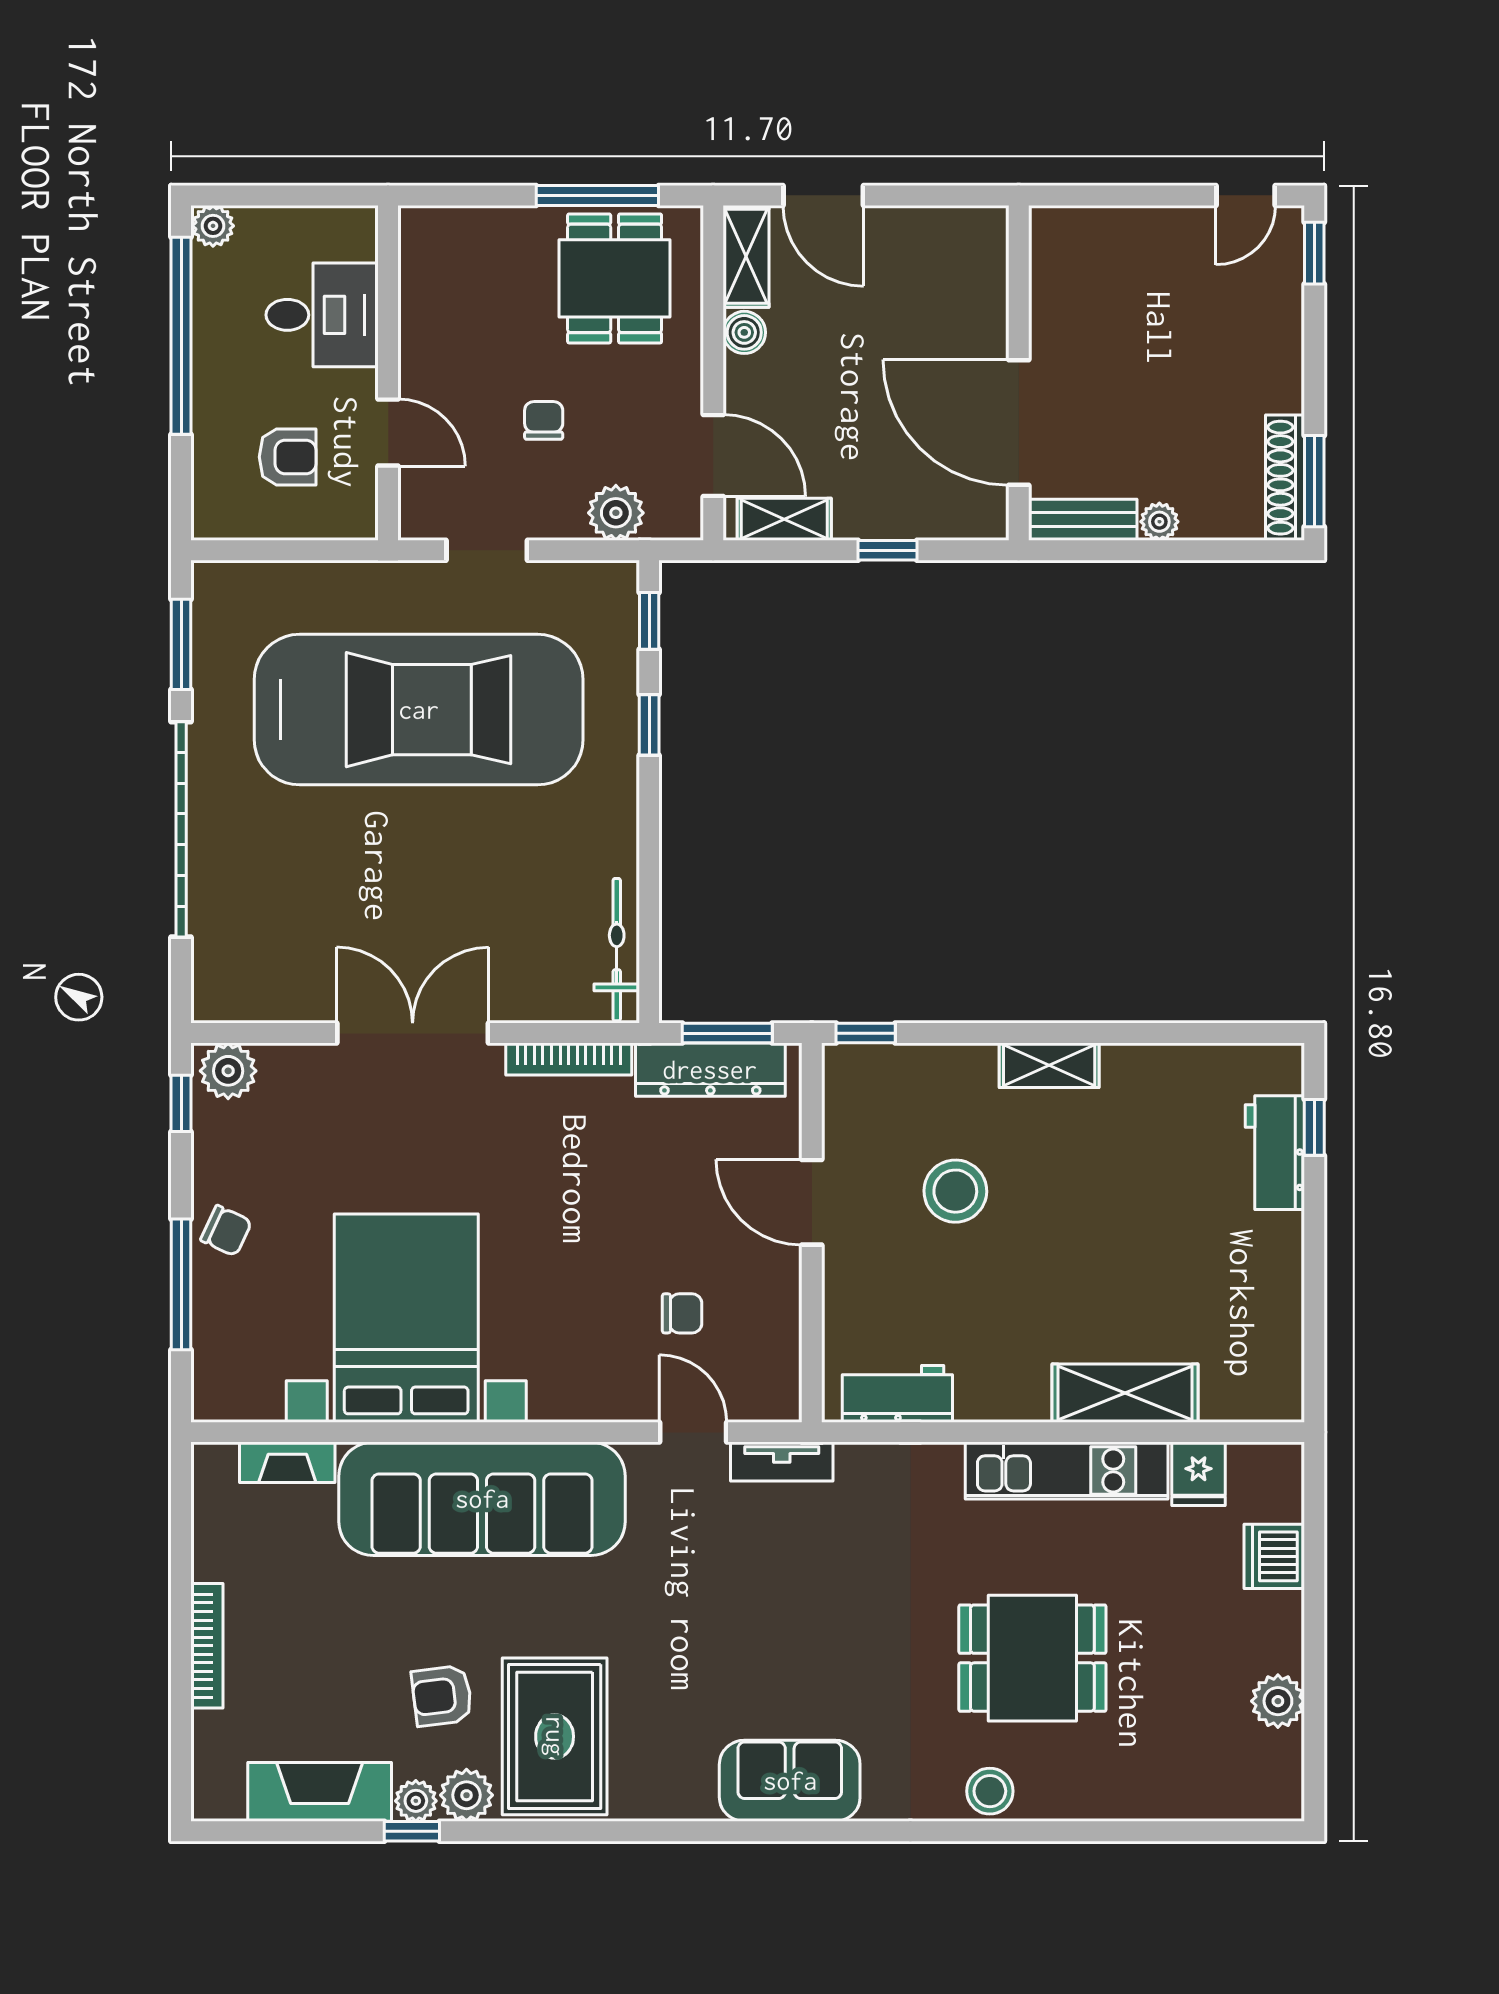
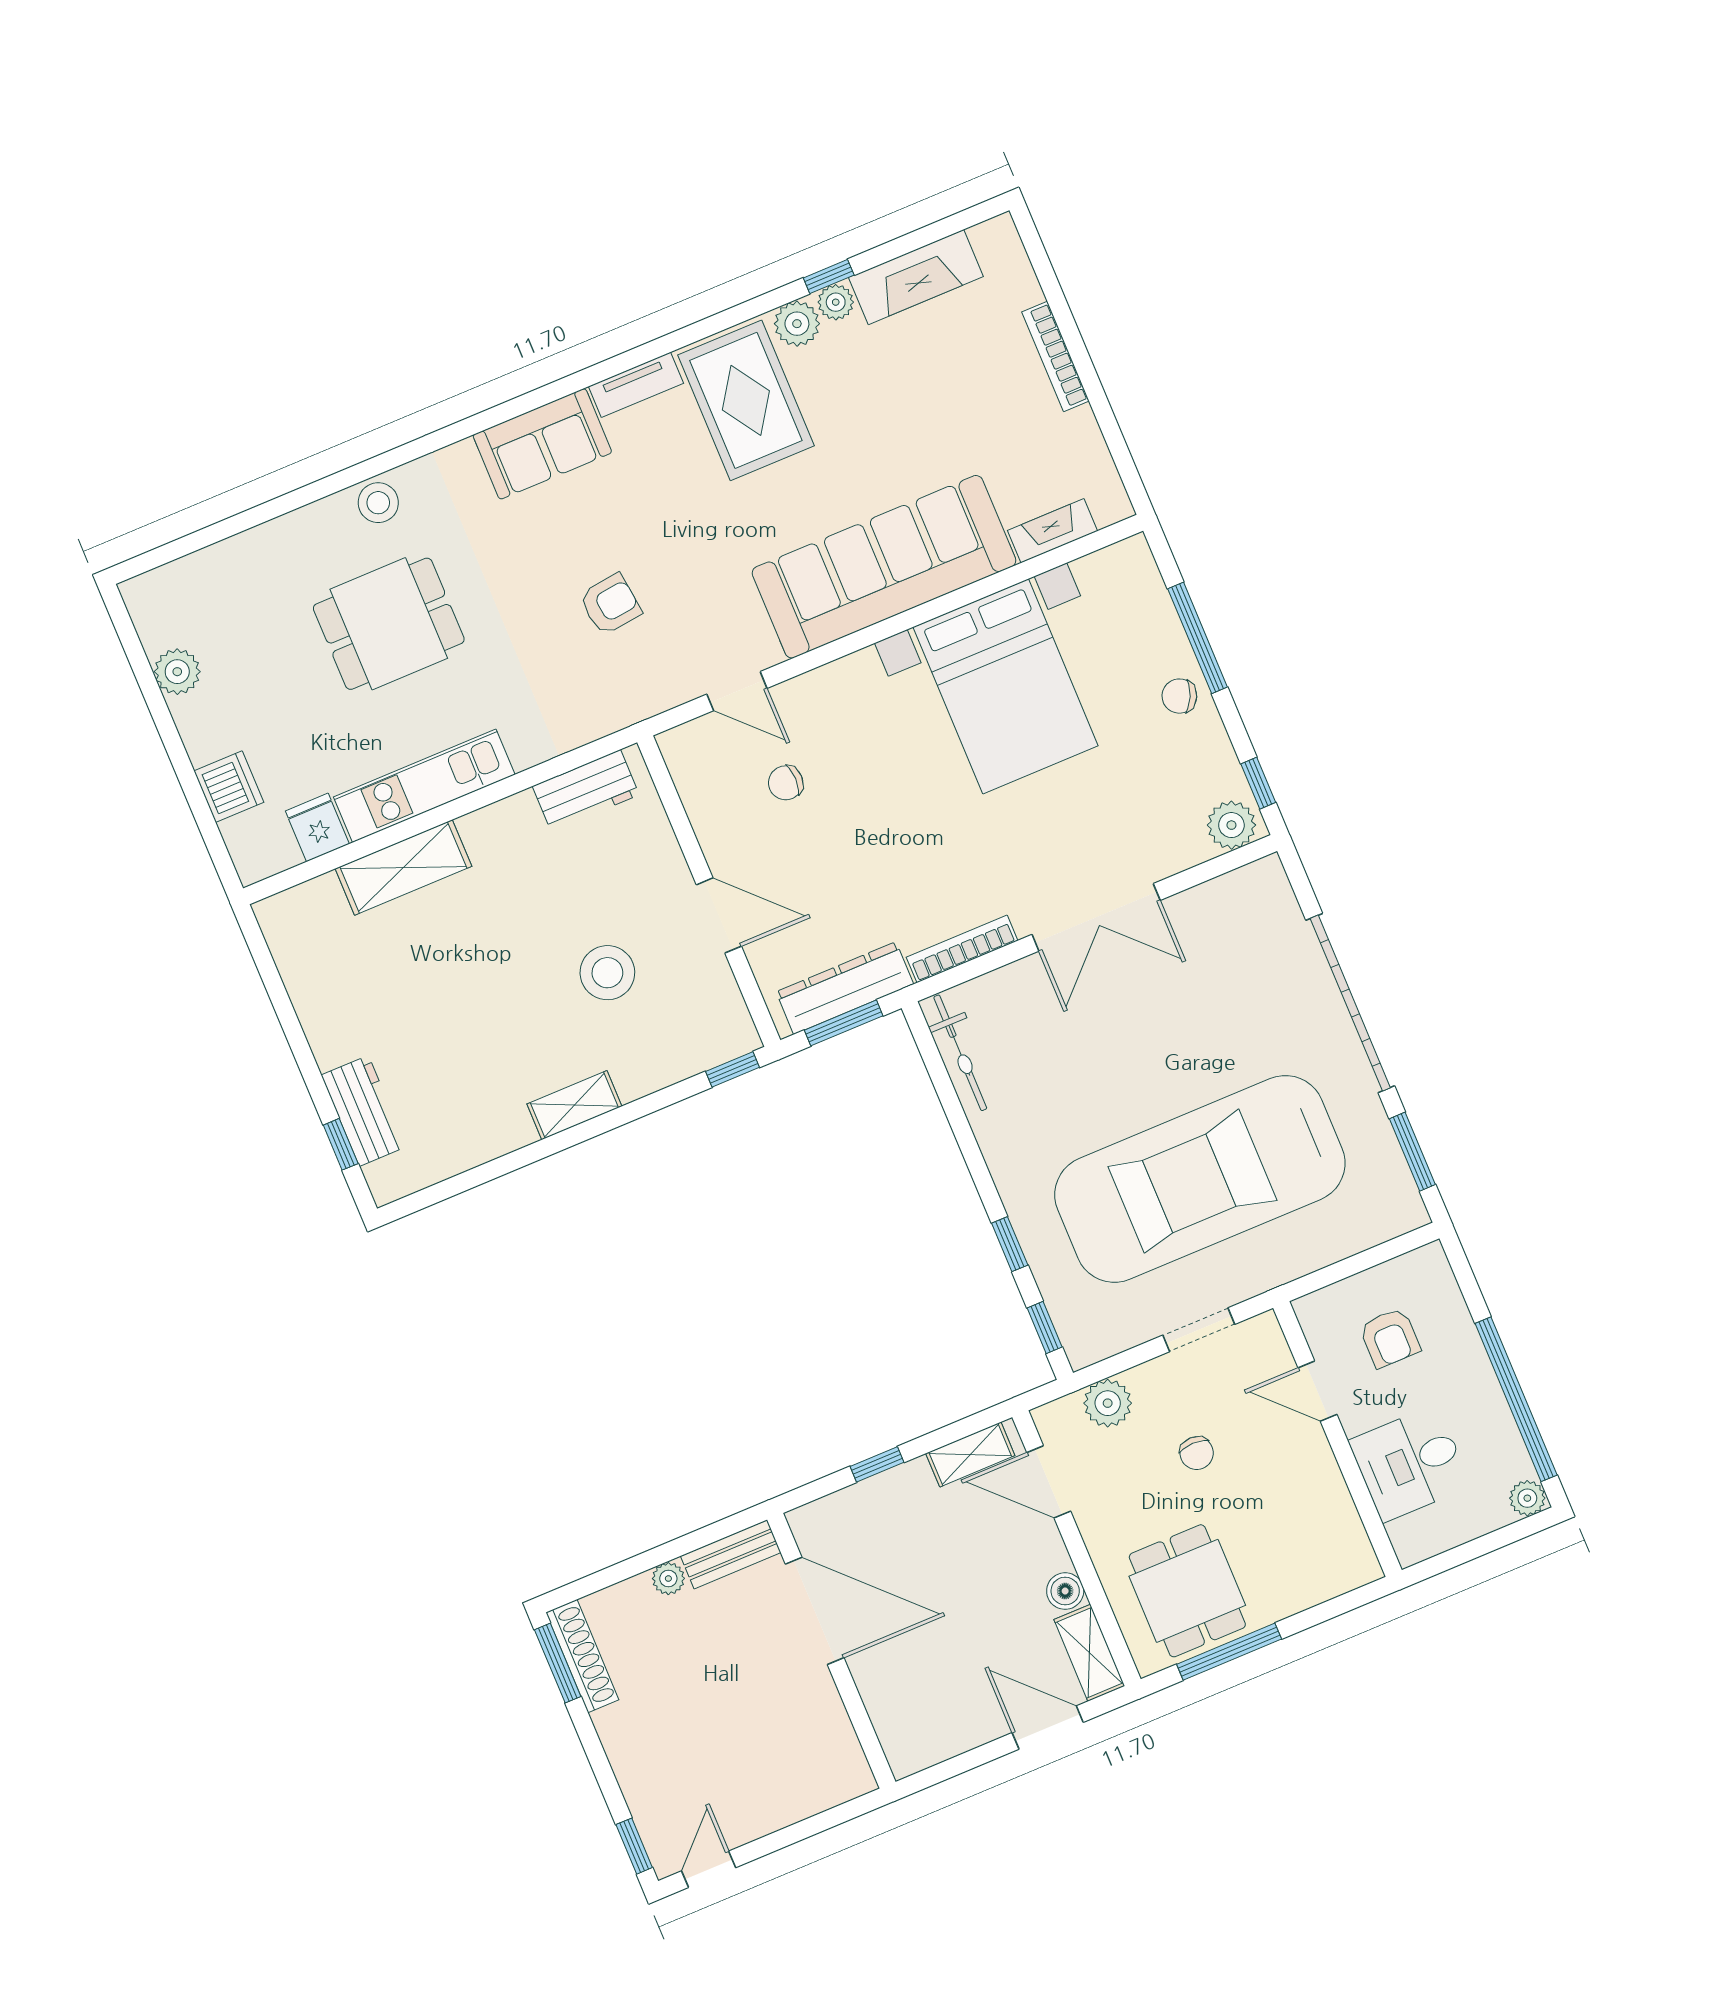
armchair: (288, 457) -> (1390, 1338), turned -90
tv unit: (782, 1462) -> (636, 385), moved, turned 180
armchair: (442, 1696) -> (610, 604), moved

